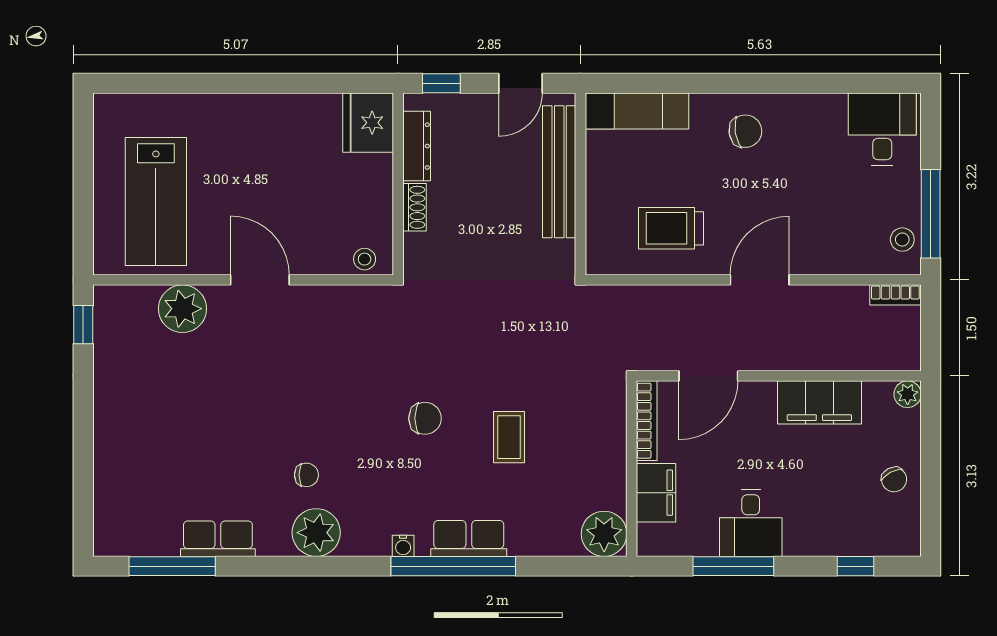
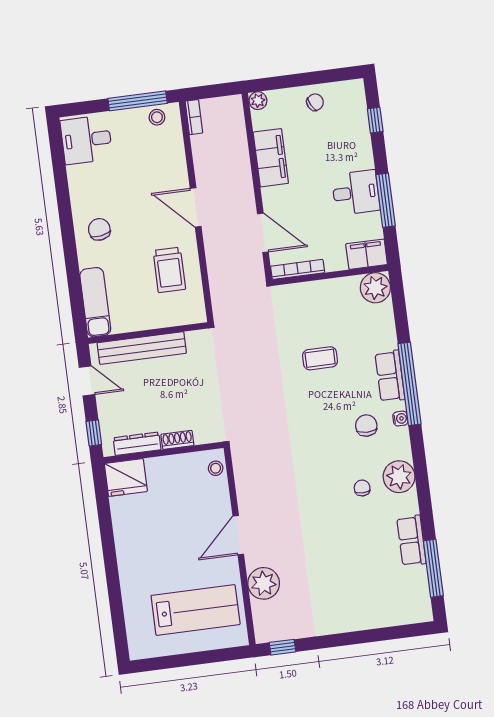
chair: (425, 418) -> (366, 426), moved
filing cabinet: (656, 493) -> (367, 254), moved

